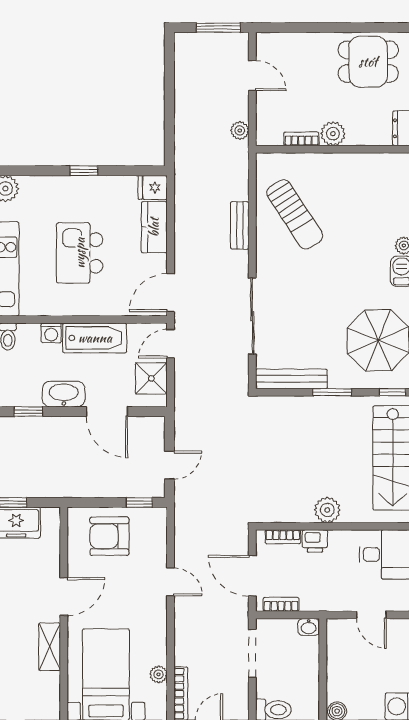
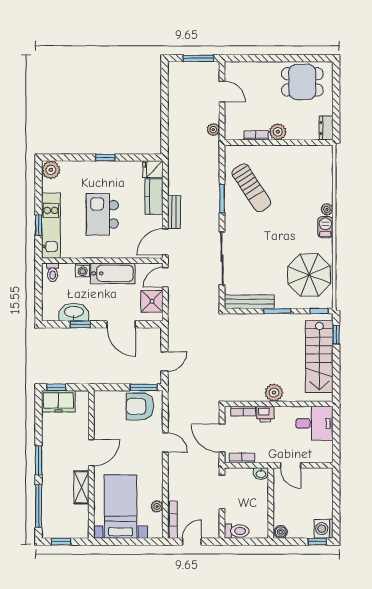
bench: (240, 225) -> (174, 212), moved
window: (252, 230) -> (222, 199), added
washbasin: (64, 394) -> (74, 312), moved
window: (28, 412) -> (80, 324), moved
window: (139, 502) -> (144, 387), width x1.50
armchair: (109, 536) -> (140, 406), moved
door: (371, 615) -> (291, 465), moved

